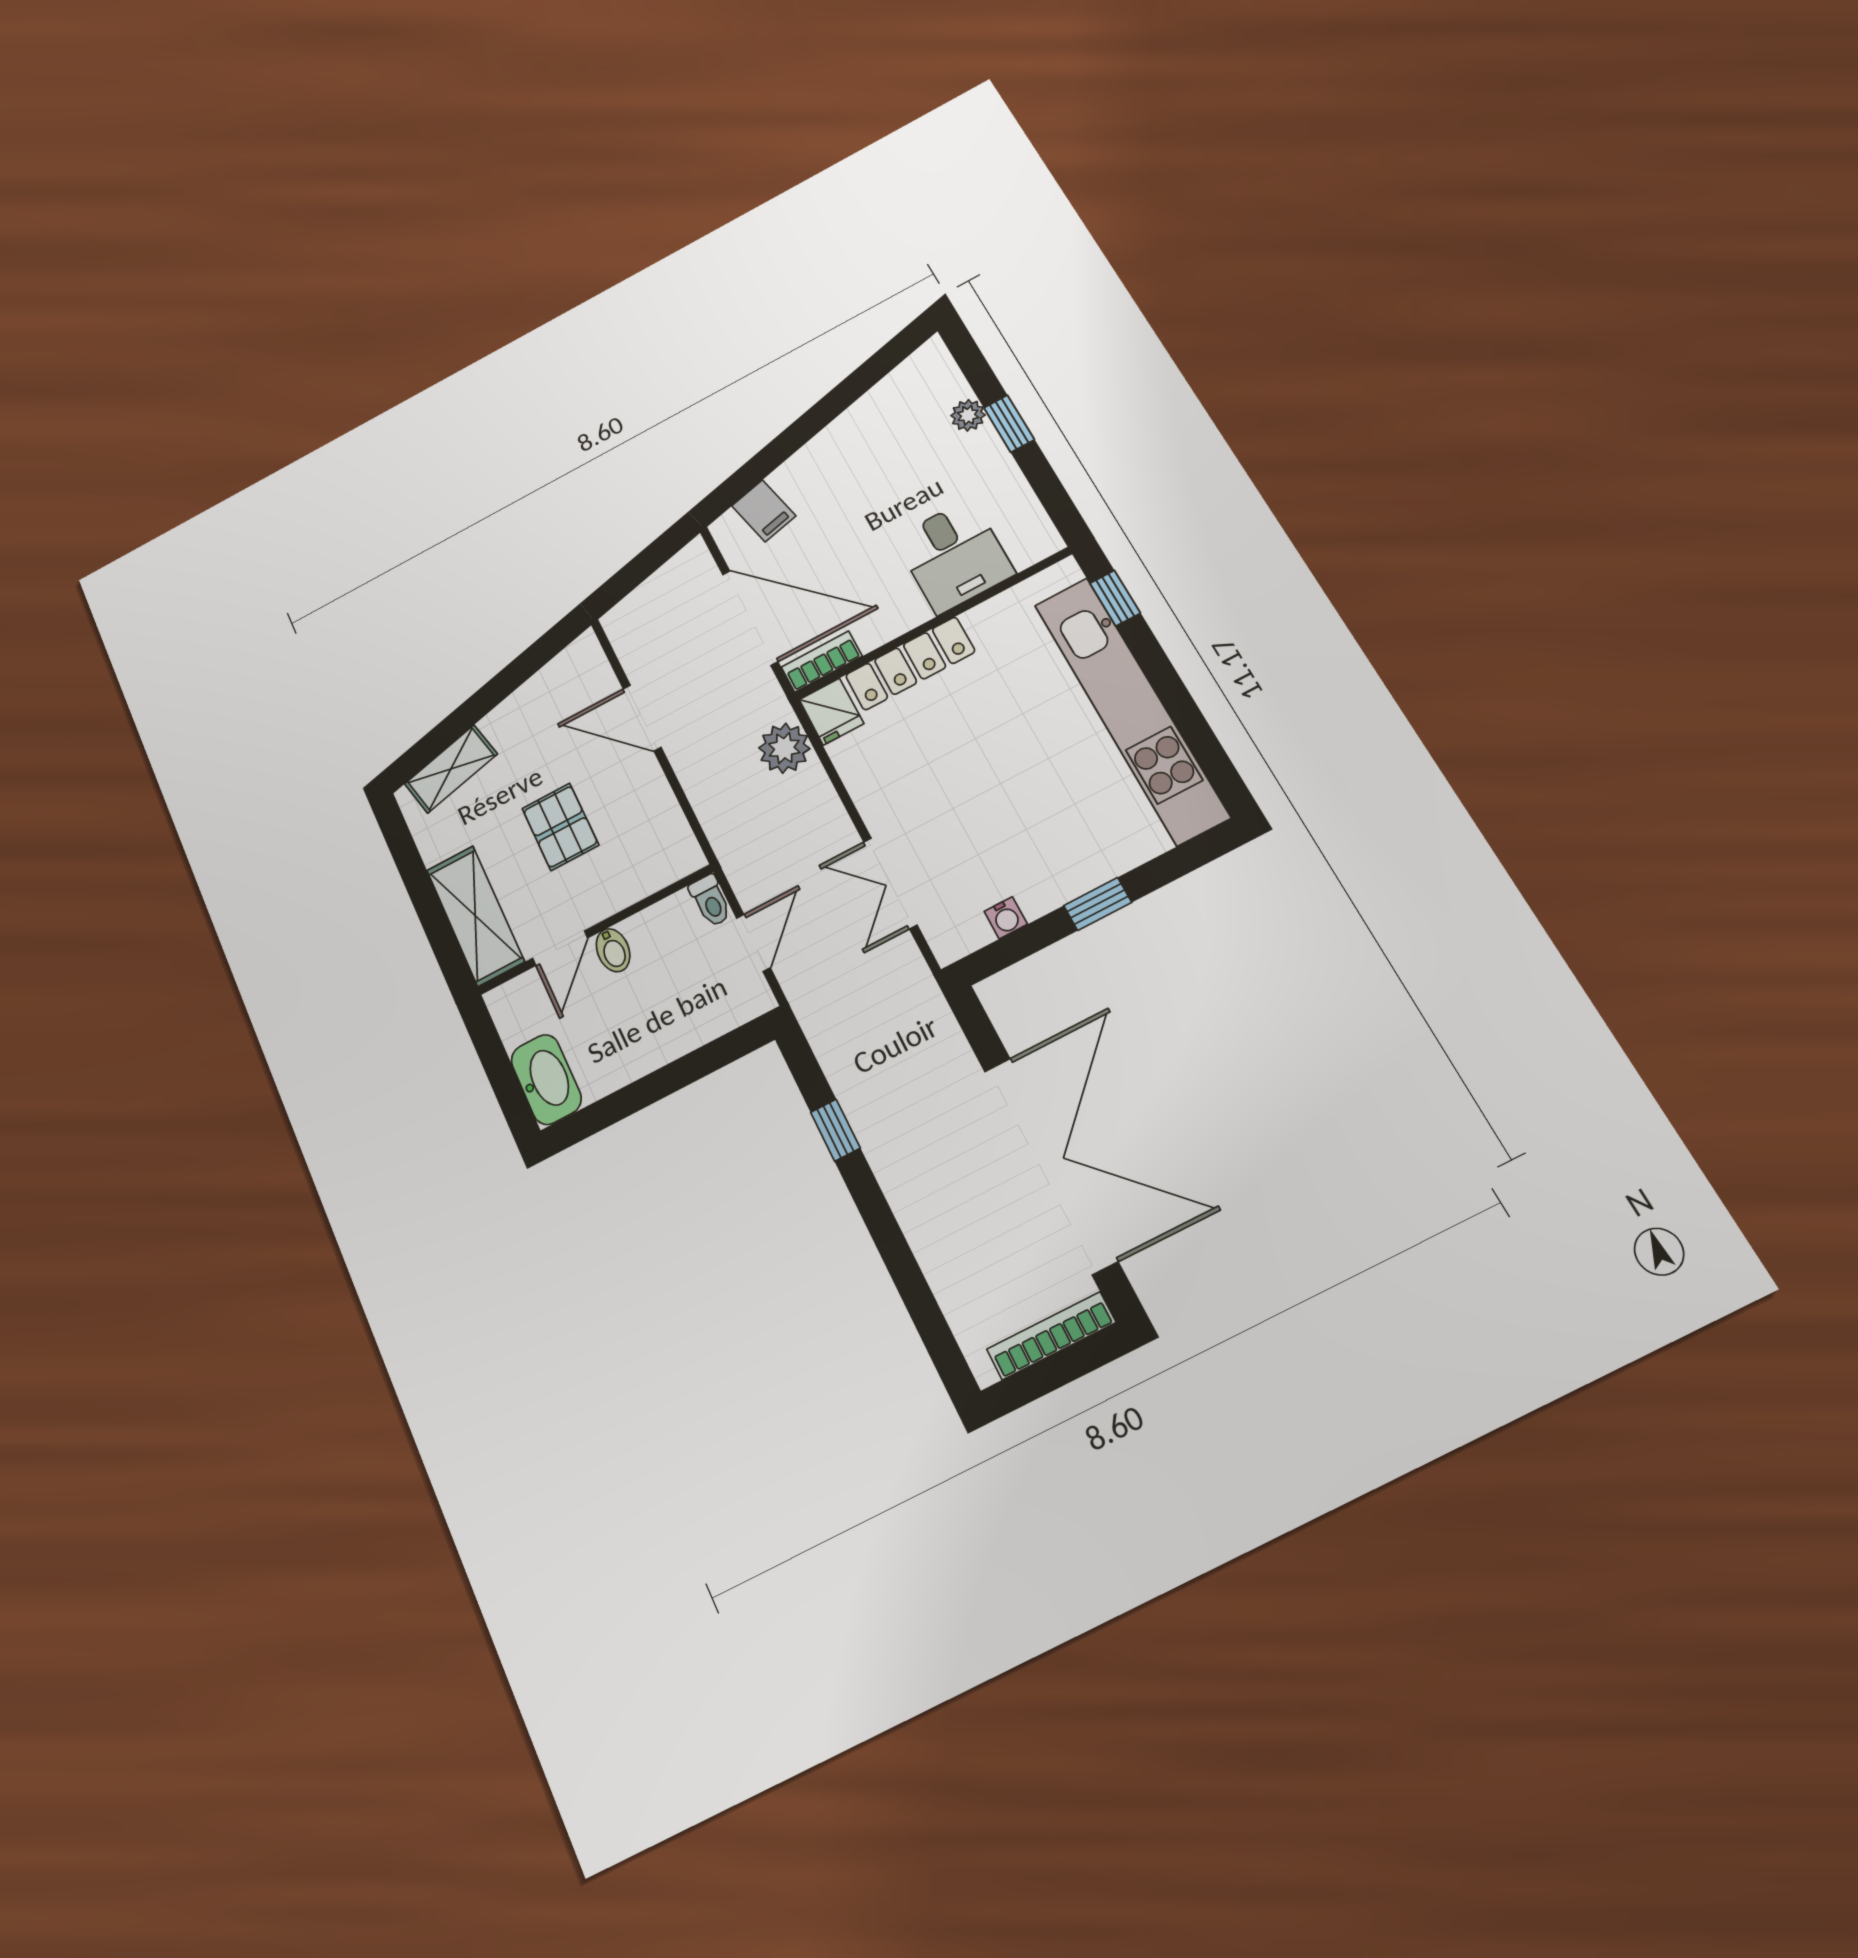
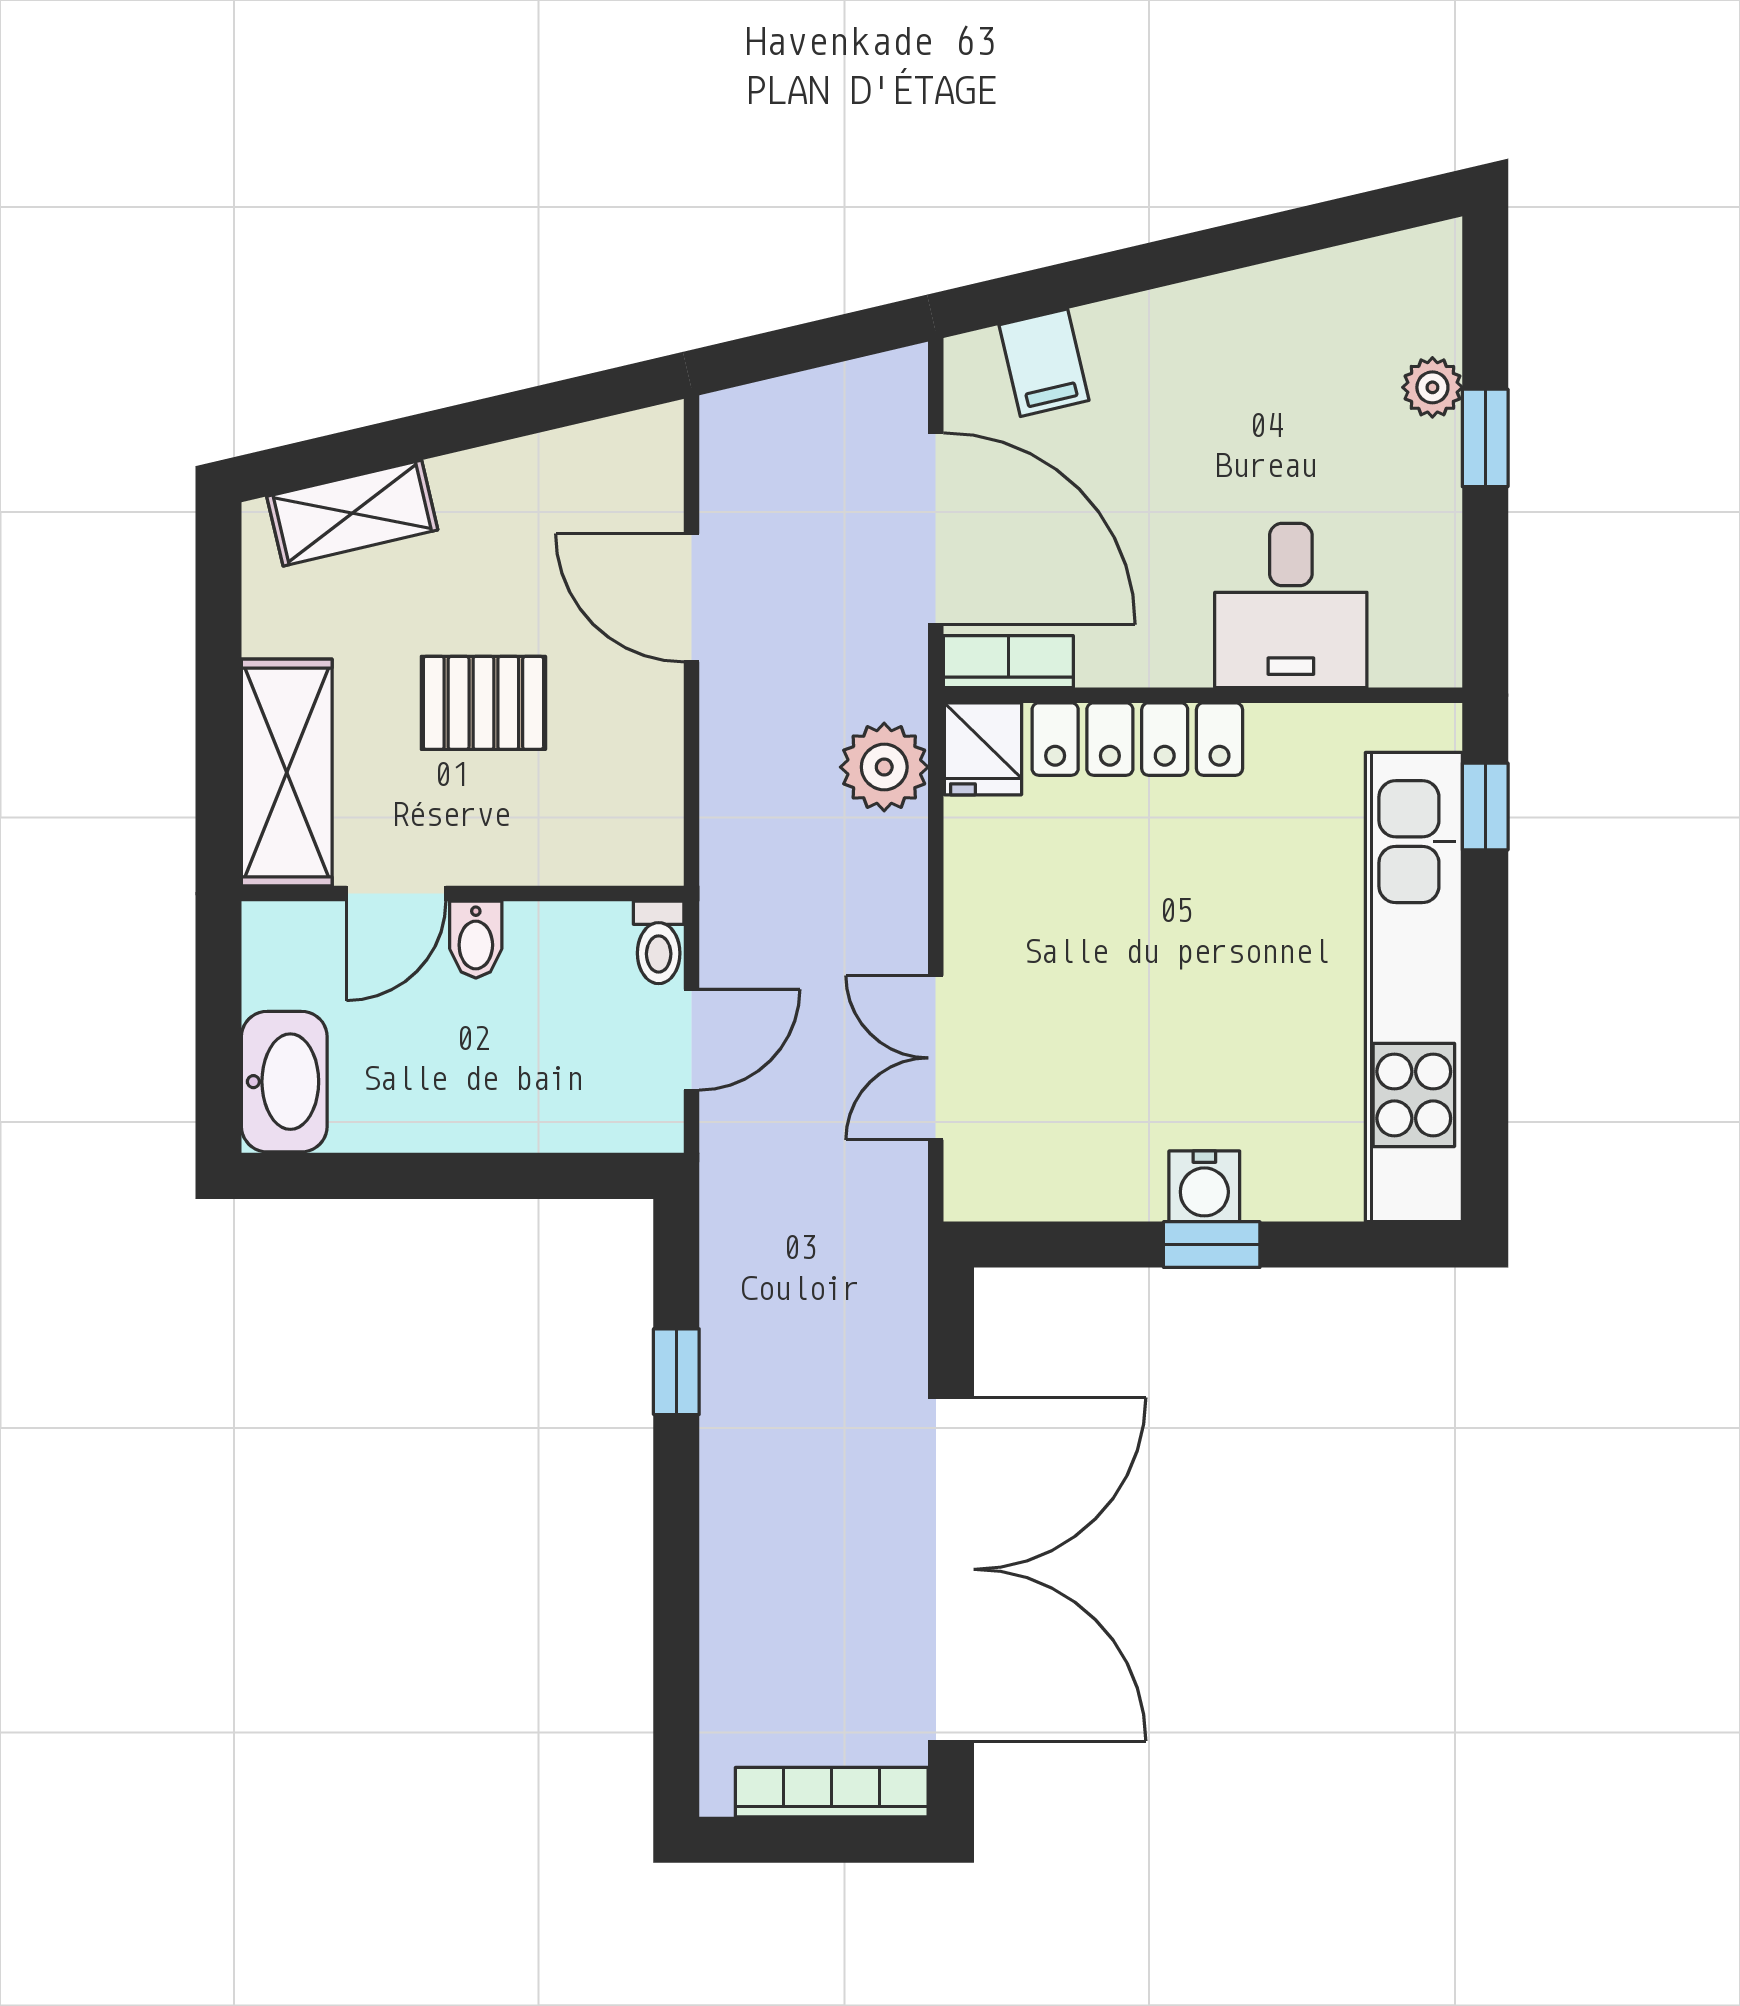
pallet: (560, 827) -> (483, 703), turned 90
water cooler: (1006, 918) -> (1204, 1186), moved, width x1.38, depth x1.38

